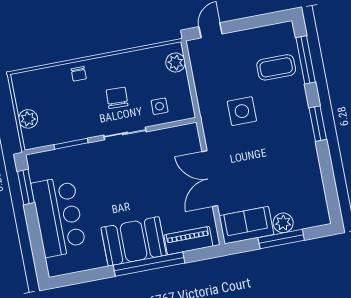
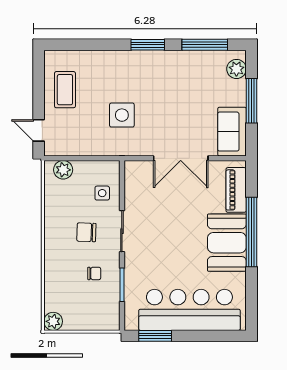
window: (306, 60) -> (205, 45), moved
coffee table: (276, 67) -> (65, 90), moved
chair: (79, 74) -> (94, 273), moved
plant: (28, 119) -> (53, 321), moved
bar counter: (59, 217) -> (189, 310), width x1.36
plant: (283, 223) -> (236, 69), moved

